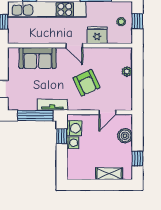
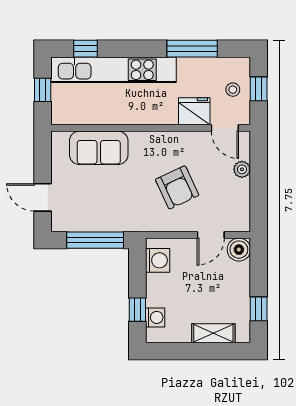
door: (74, 46) -> (225, 128), moved
tv unit: (52, 105) -> (123, 223), removed
window: (62, 136) -> (137, 310), moved
boiler: (125, 136) -> (239, 250), moved
washing machine: (73, 143) -> (155, 317), moved

